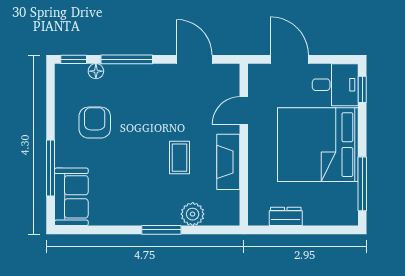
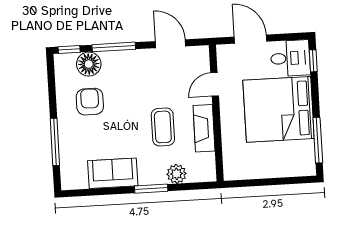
floor lamp: (96, 71) -> (89, 64), width x1.89, depth x1.89
coffee table: (180, 158) -> (163, 127), width x1.36, depth x1.30
sofa: (71, 197) -> (113, 173), moved, turned -90
dresser: (286, 216) -> (255, 171), removed

